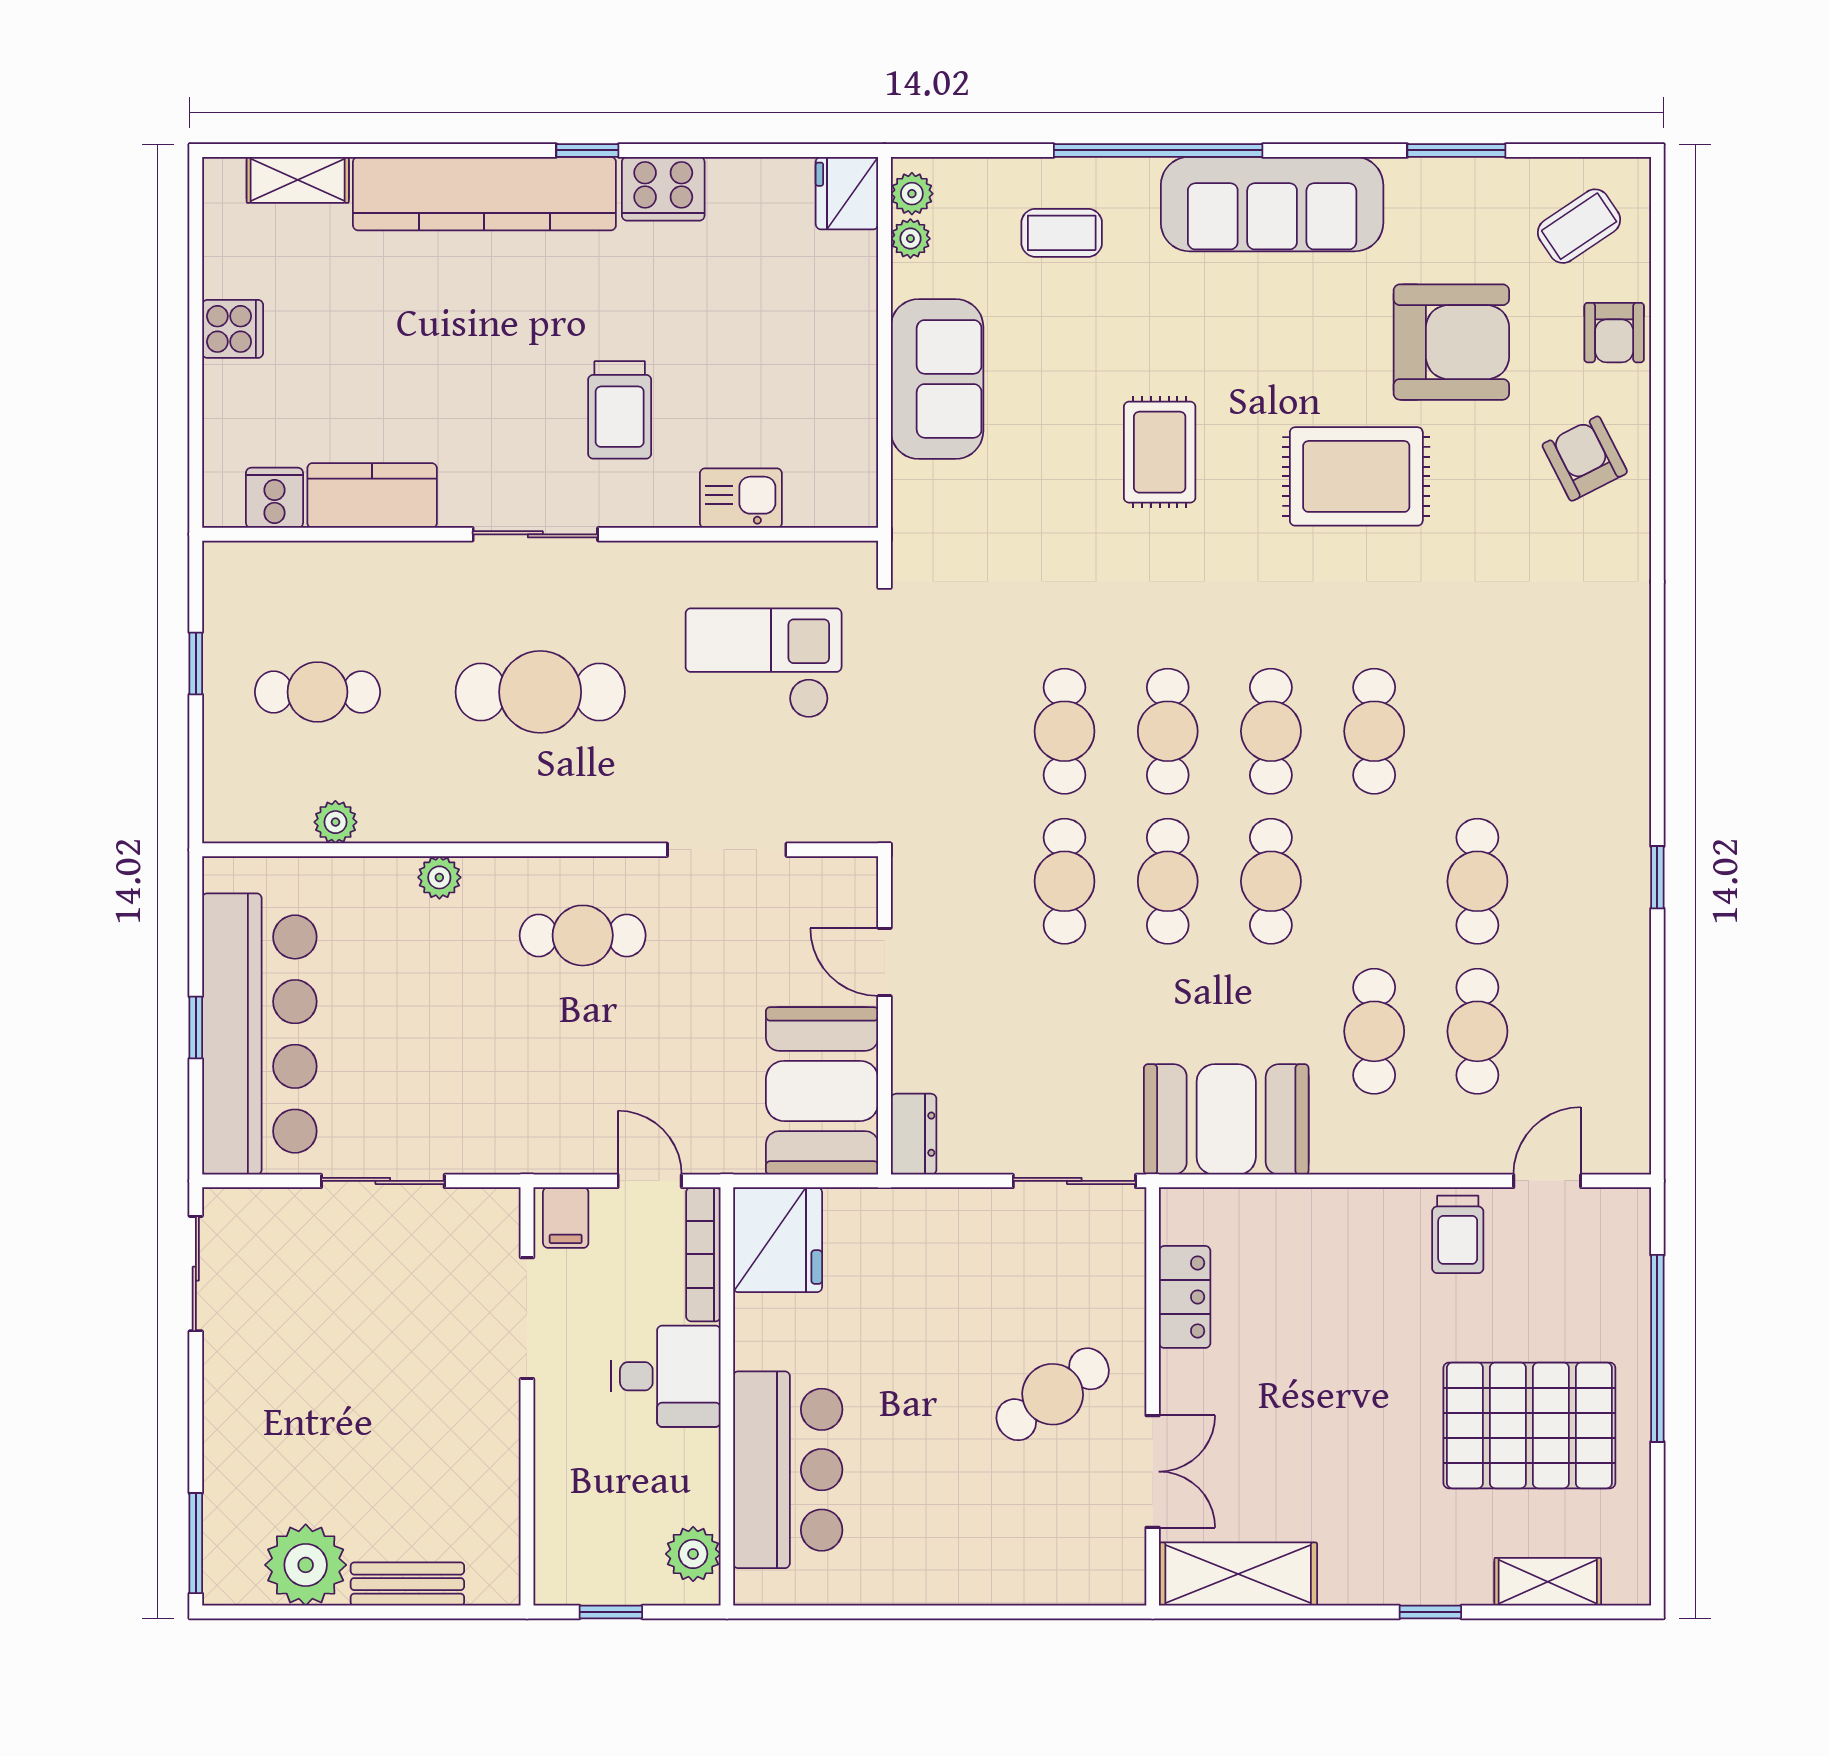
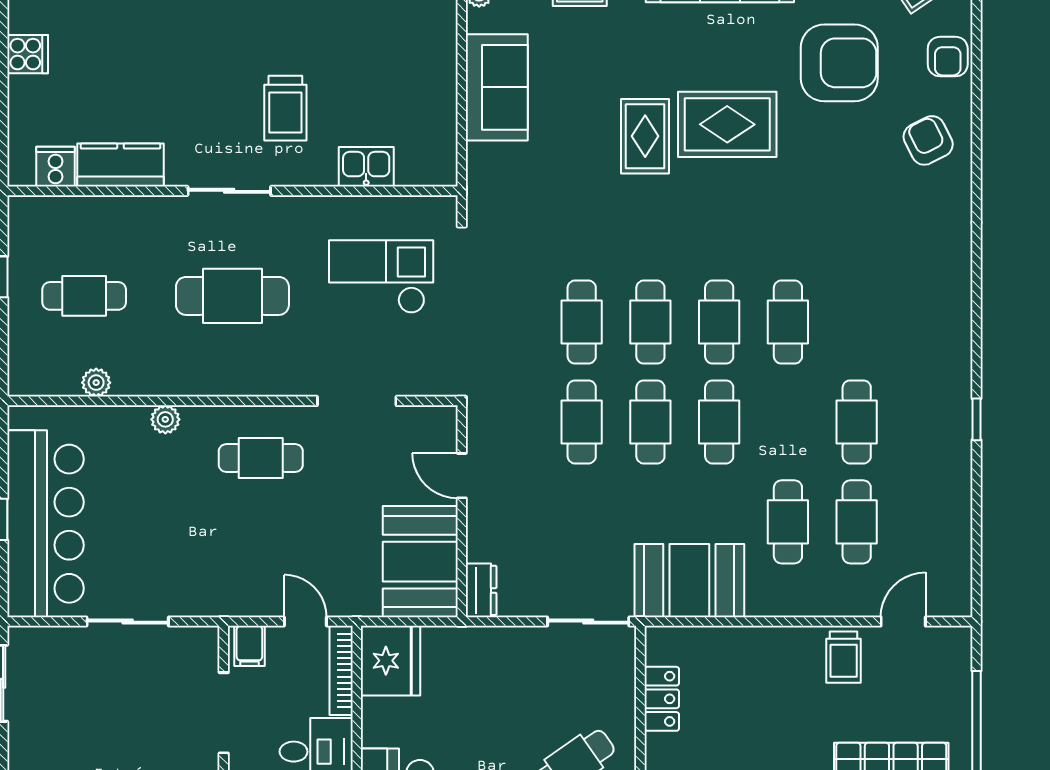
rug: (1356, 476) -> (727, 124), moved

